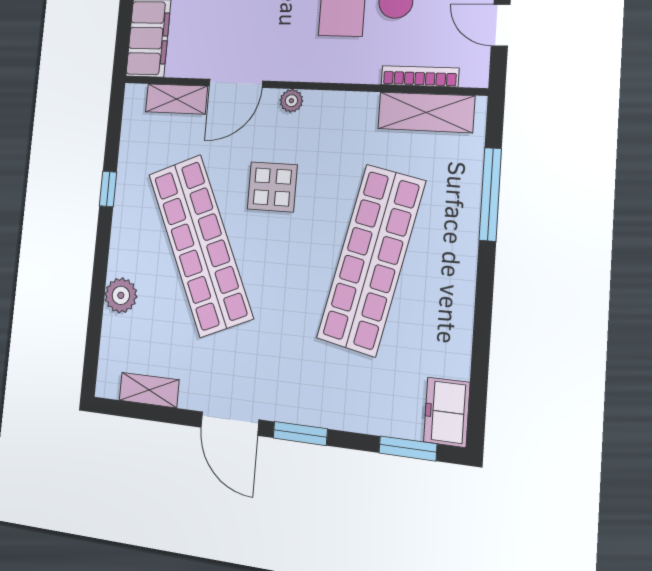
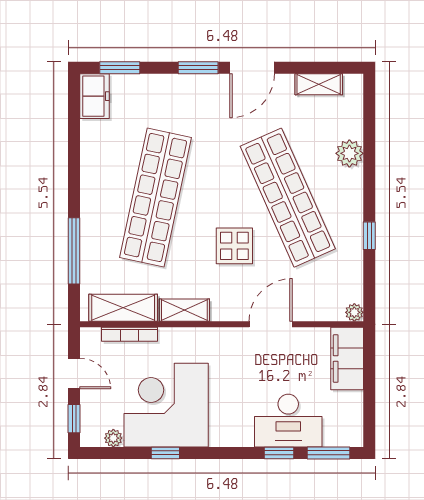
shelving: (176, 99) -> (184, 310), moved
plant: (291, 101) -> (354, 312), moved
door: (230, 424) -> (252, 68), swing flipped

